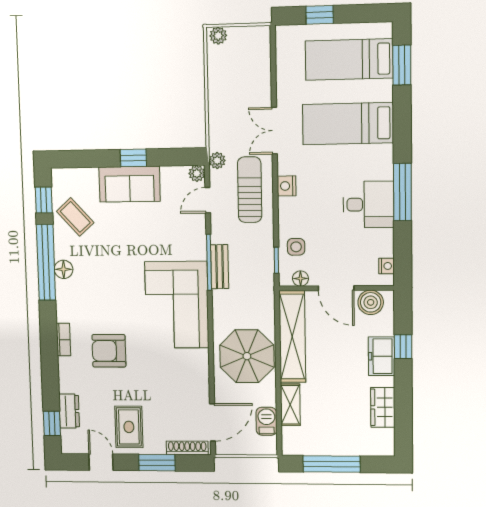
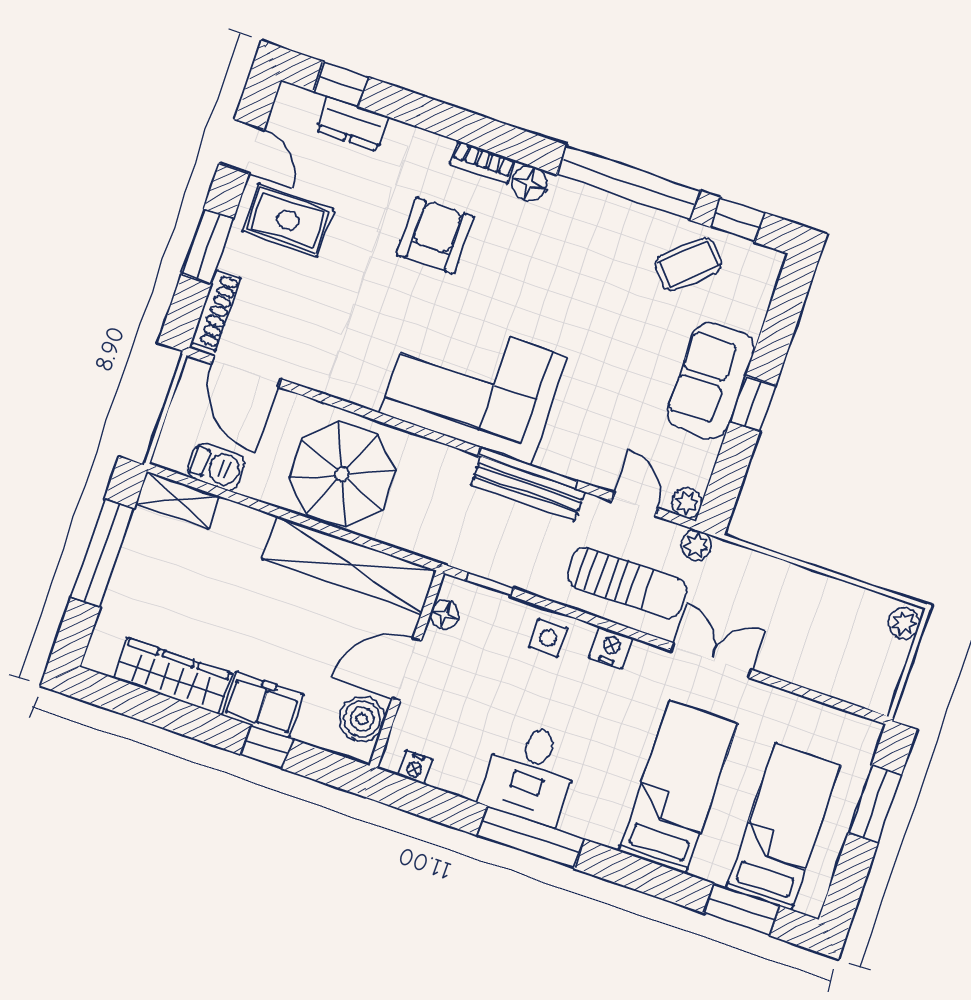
window: (320, 15) -> (875, 804), width x1.50
side table: (296, 247) -> (548, 638), moved
bench: (220, 267) -> (528, 488), width x1.36
floor lamp: (64, 269) -> (530, 183), moved
shelving: (290, 405) -> (178, 500), moved
wardrobe: (383, 407) -> (173, 676), width x1.50
door: (101, 462) -> (242, 147), hinge flipped

